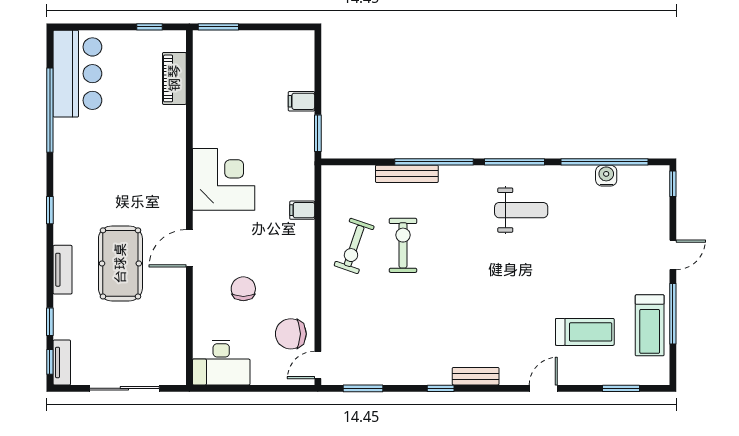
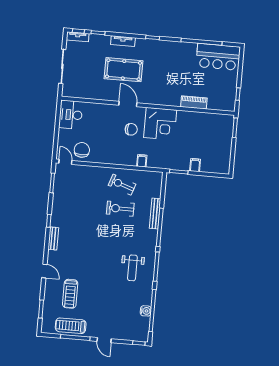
piano: (174, 78) -> (194, 102), moved
exercise bike: (403, 245) -> (120, 209), turned 180
chair: (243, 289) -> (131, 129), moved

